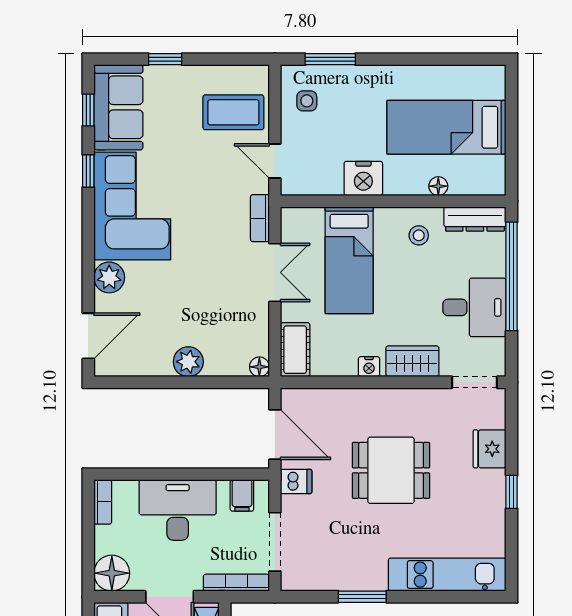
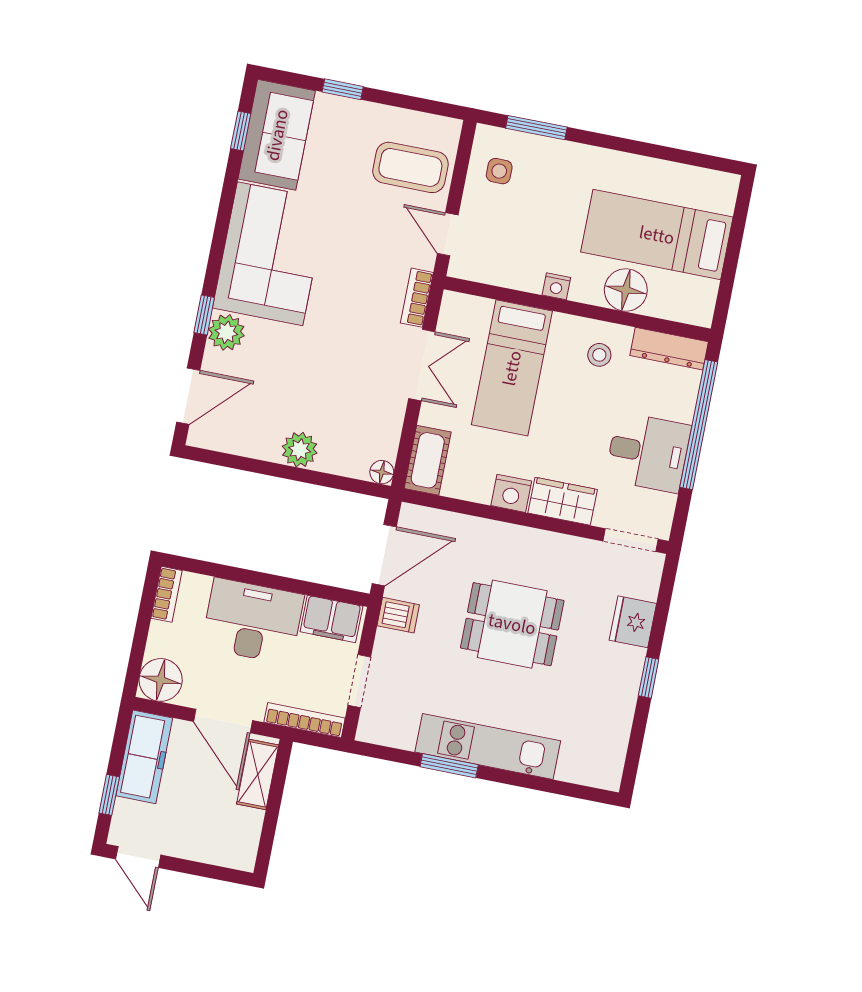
window: (88, 171) -> (204, 315), moved
nightstand: (363, 178) -> (556, 286), width x0.53, depth x0.56
floor lamp: (438, 186) -> (626, 290), width x1.89, depth x1.89
nightstand: (369, 367) -> (511, 493), width x1.39, depth x1.35
door: (275, 435) -> (384, 555), hinge flipped
filing cabinet: (242, 495) -> (331, 619), width x2.00
doorway: (275, 542) -> (359, 681), width x0.73
kitchen unit: (447, 575) -> (488, 746), moved

